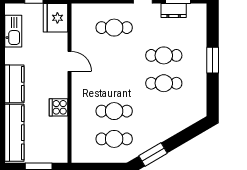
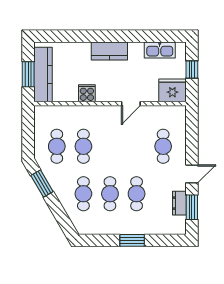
cafe table: (164, 111) -> (83, 194), added
kitchen counter: (14, 133) -> (43, 75), moved, turned -90

